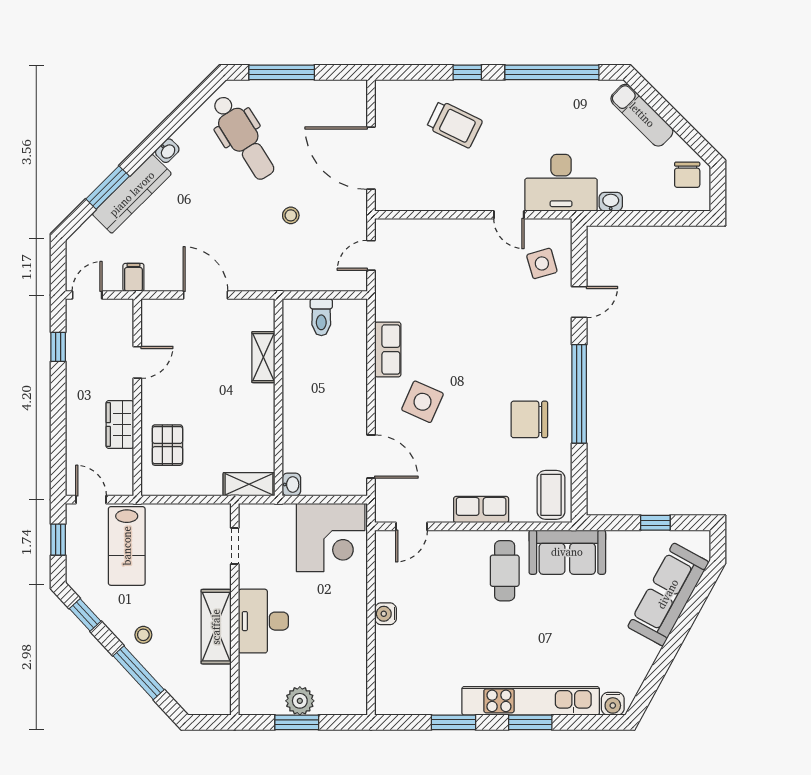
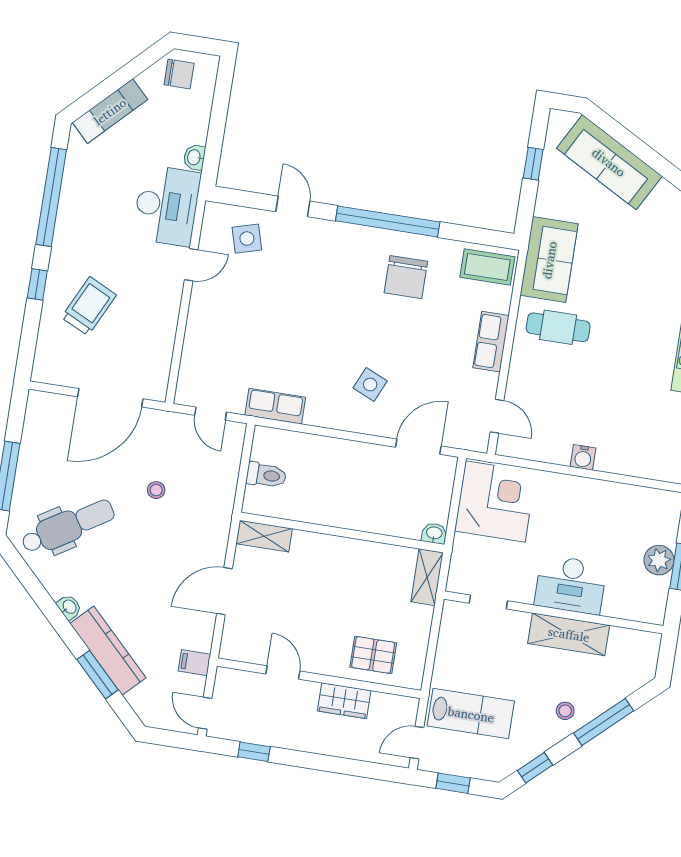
row of seats: (388, 349) -> (275, 406), moved
shelving: (263, 357) -> (264, 536), moved
side table: (422, 402) -> (370, 384), width x0.73, depth x0.73

